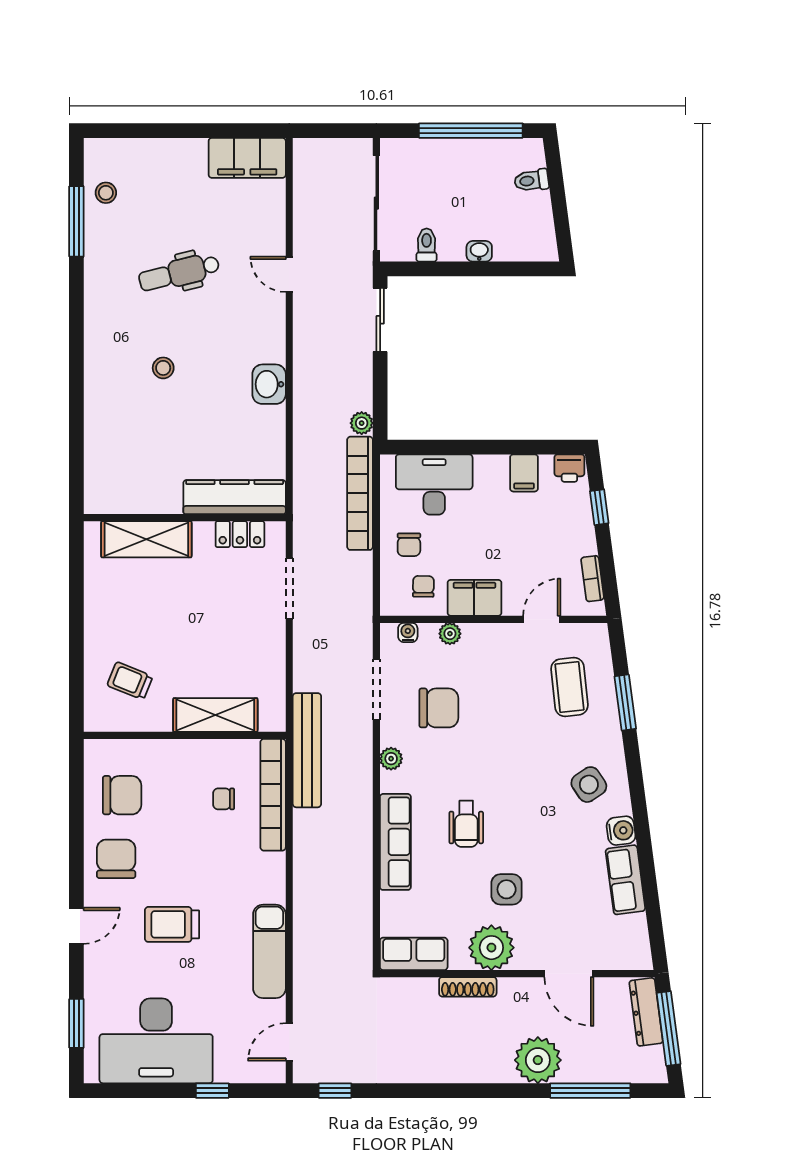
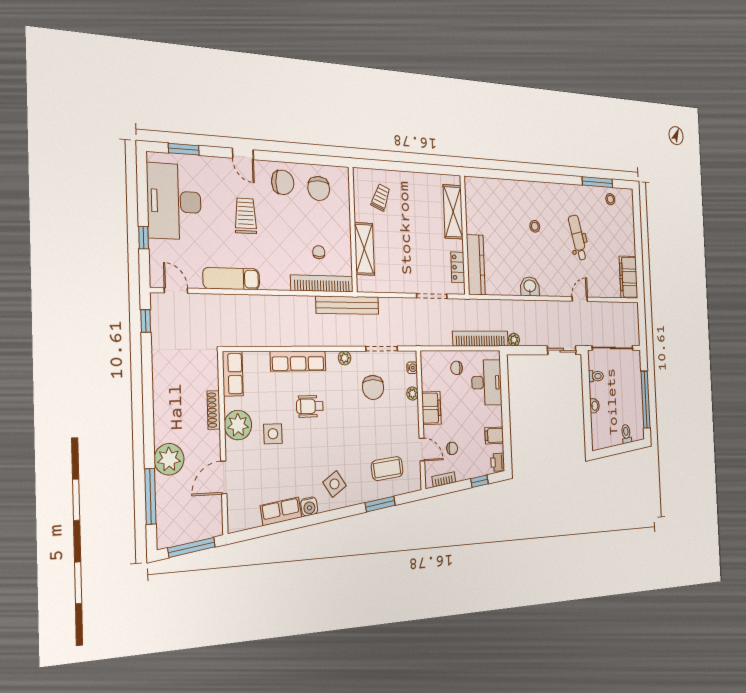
chair: (423, 586) -> (452, 448), moved
dresser: (646, 1012) -> (202, 531), removed

